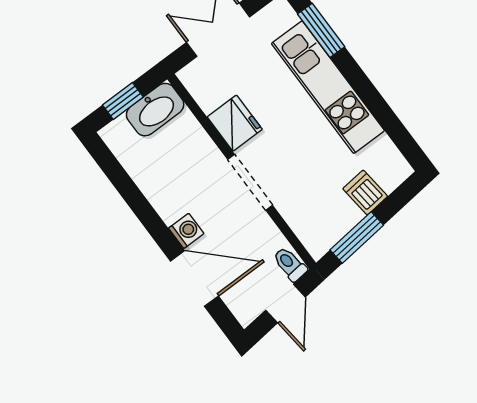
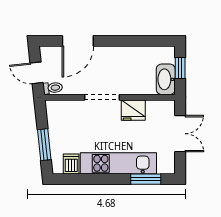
dishwasher: (365, 193) -> (71, 164), moved, turned -84
washing machine: (186, 231) -> (102, 53), removed
window: (357, 238) -> (44, 145), moved

